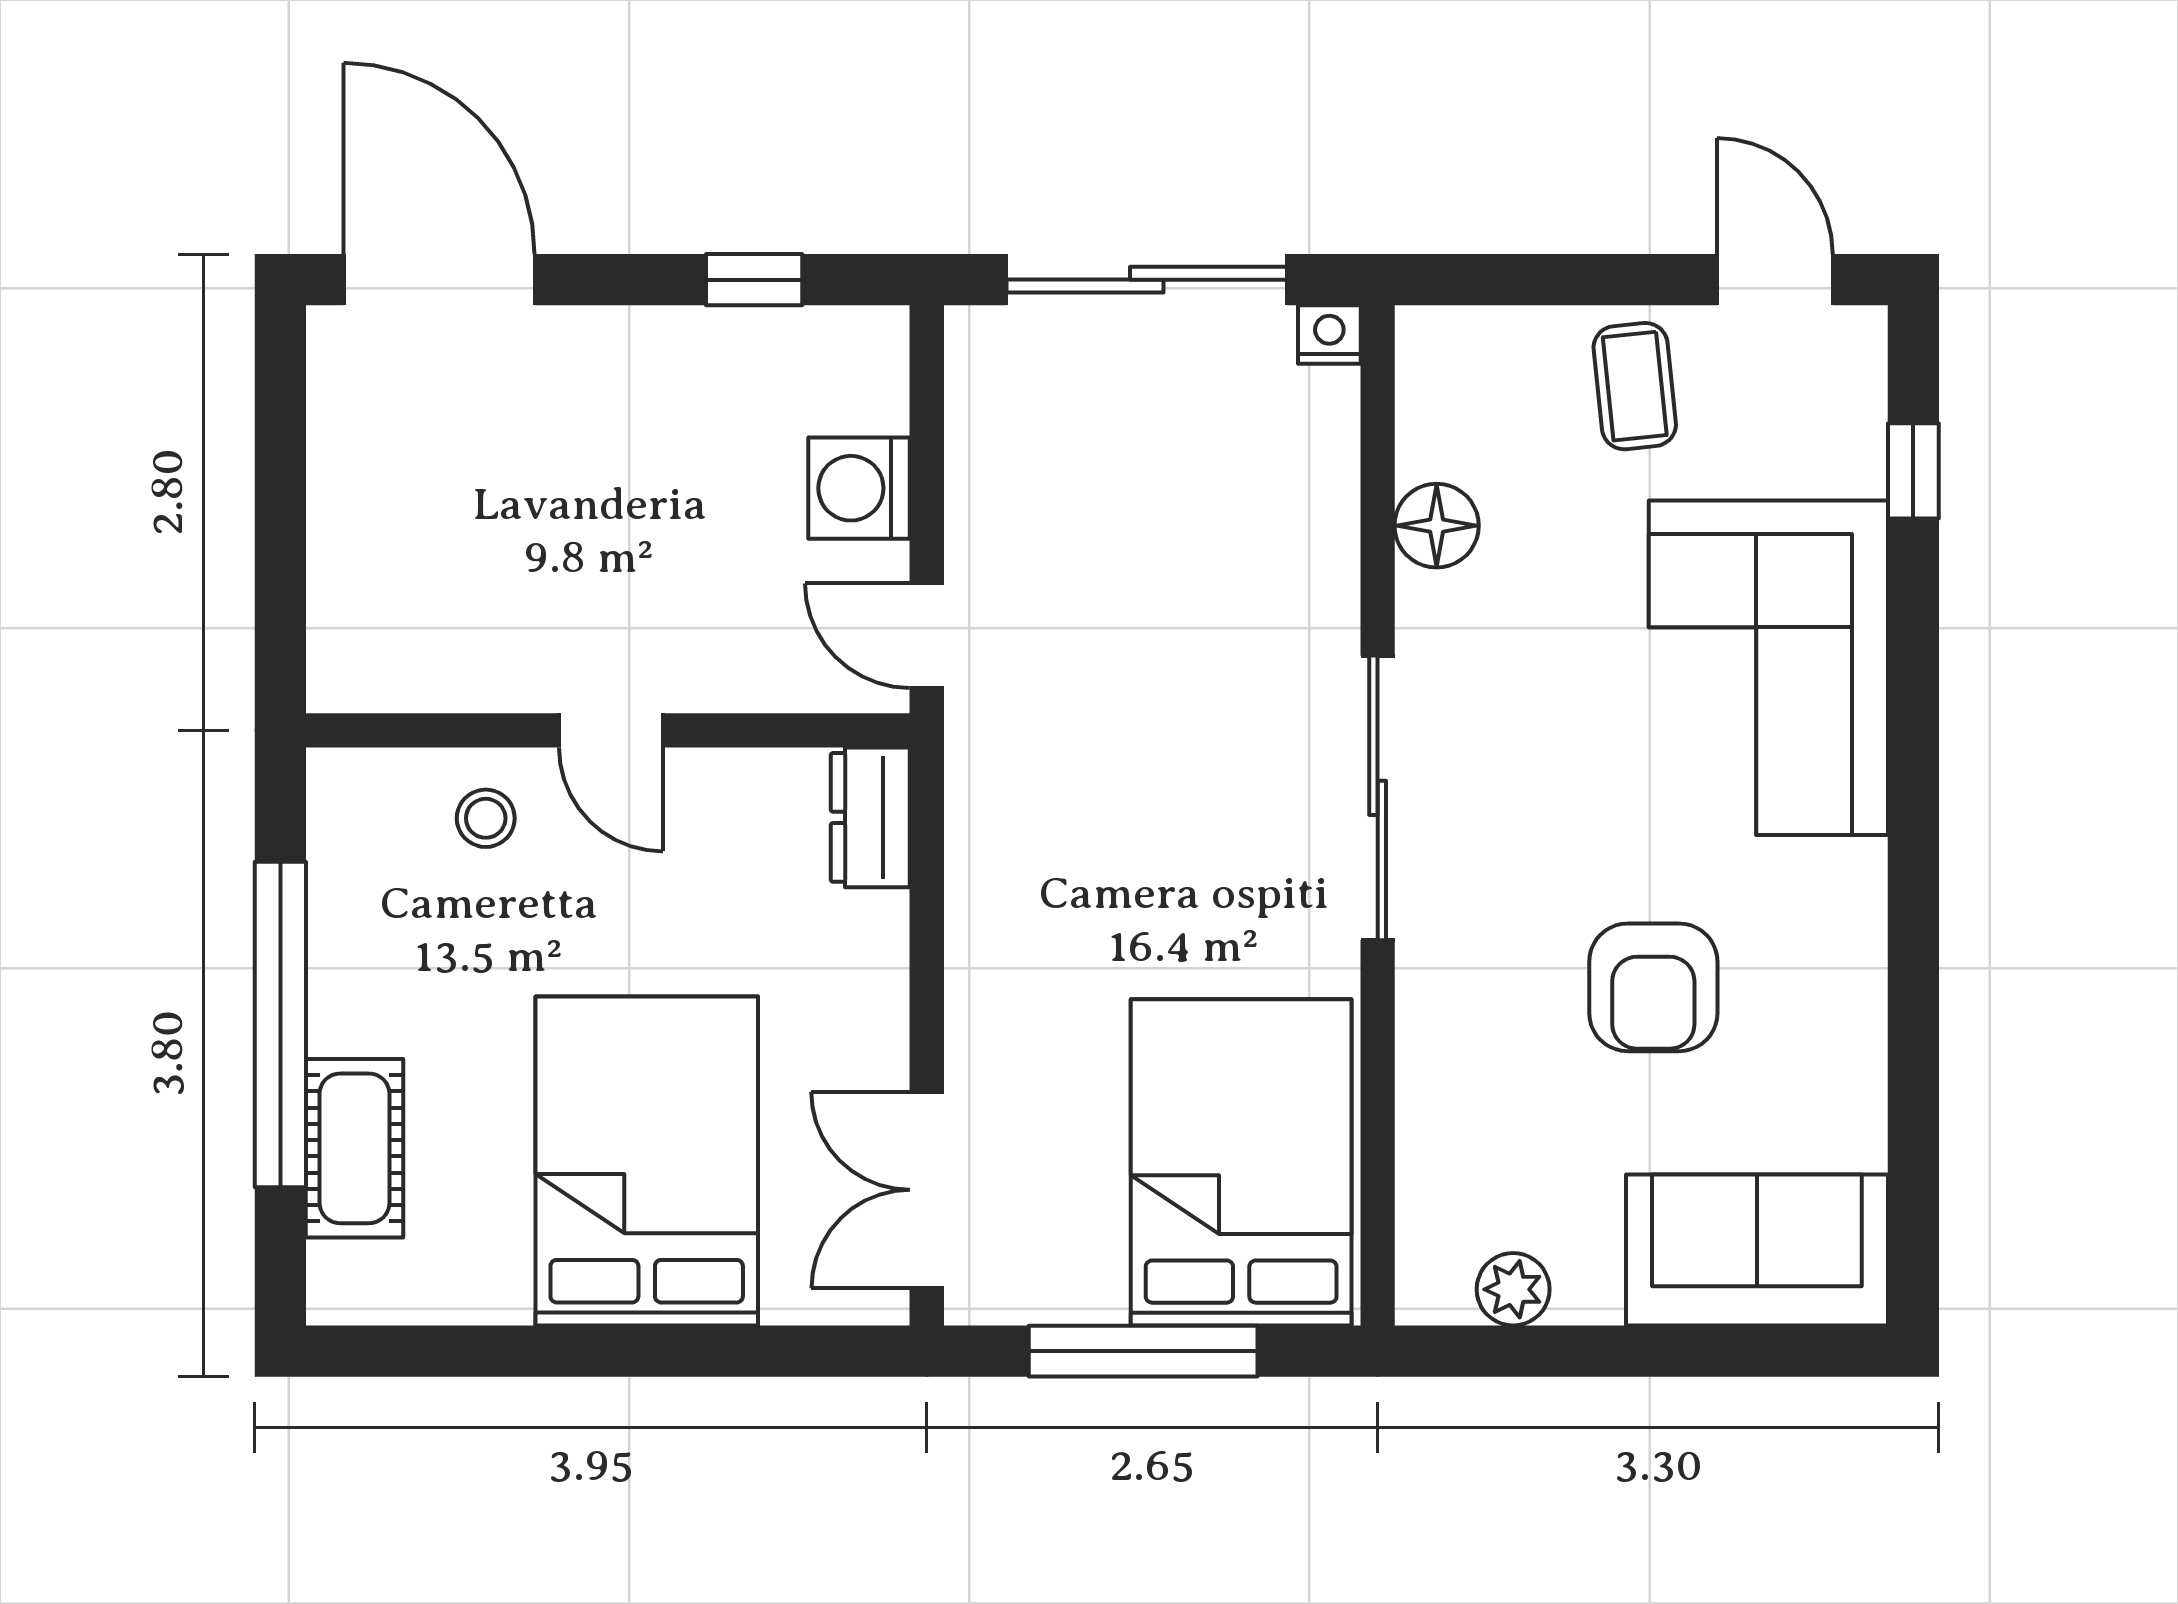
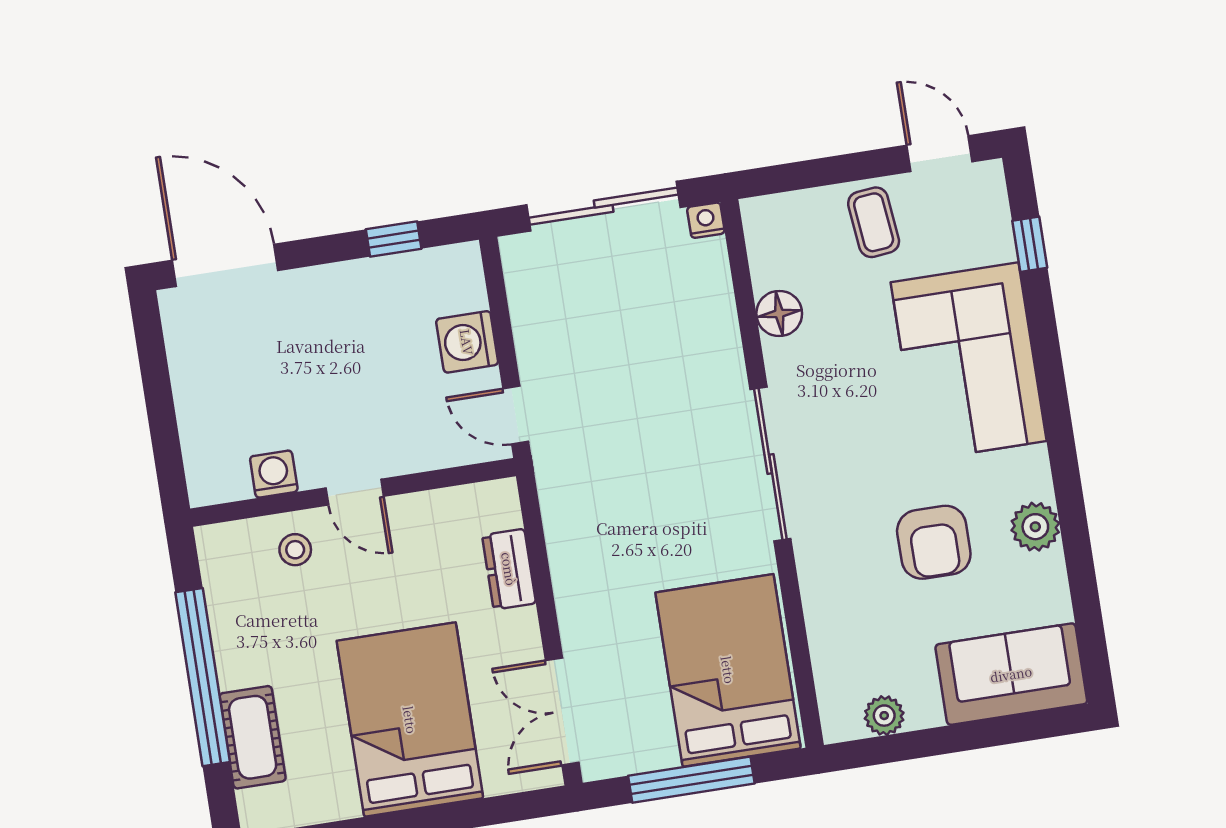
washing machine: (468, 674) -> (274, 474), added
dresser: (870, 817) -> (509, 569), moved
plant: (1843, 988) -> (1035, 527), added

